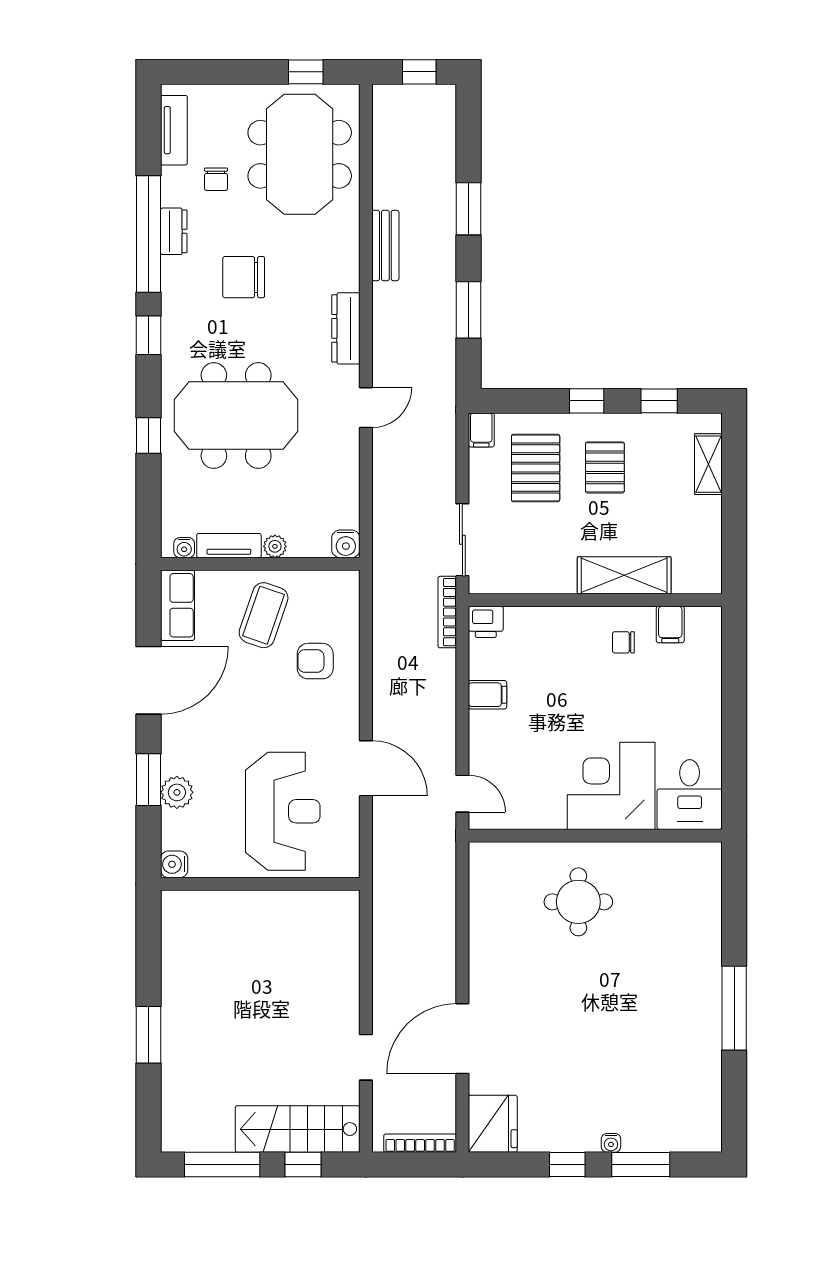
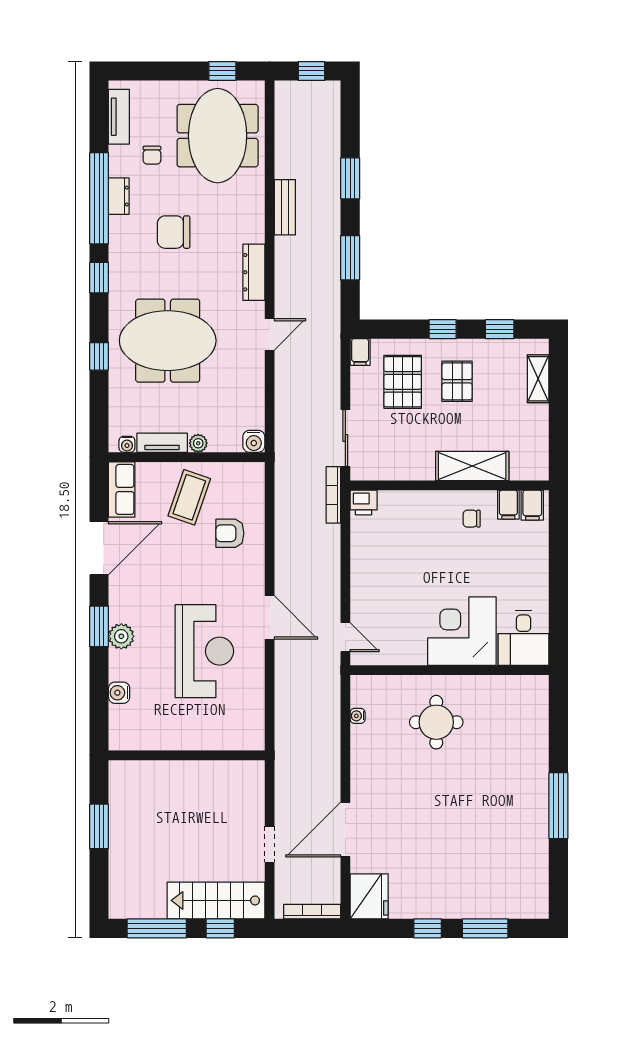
filing cabinet: (488, 695) -> (532, 505), moved, turned 90
wall: (260, 884) -> (187, 755), moved
water cooler: (611, 1143) -> (358, 716), moved, turned 90

